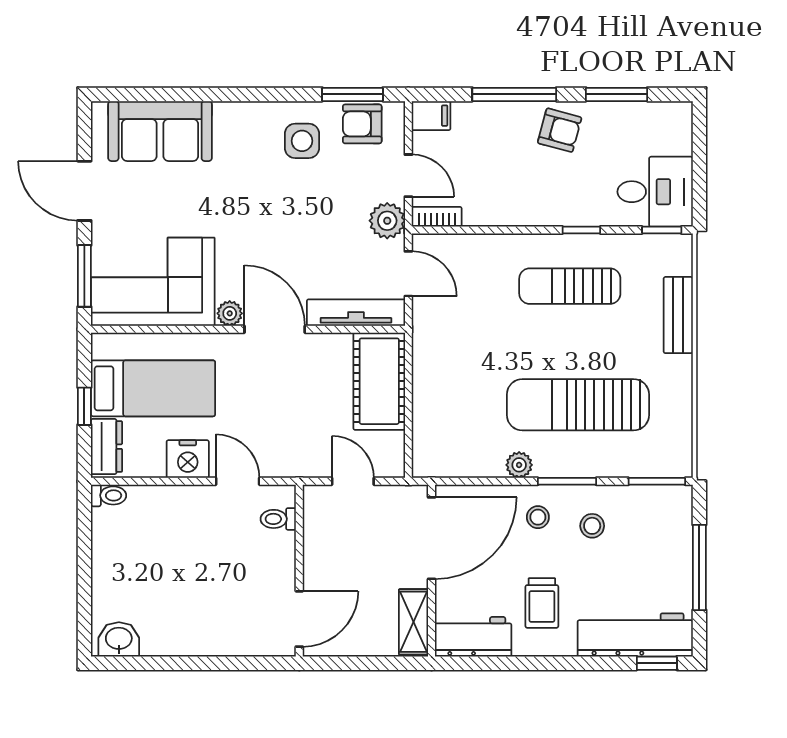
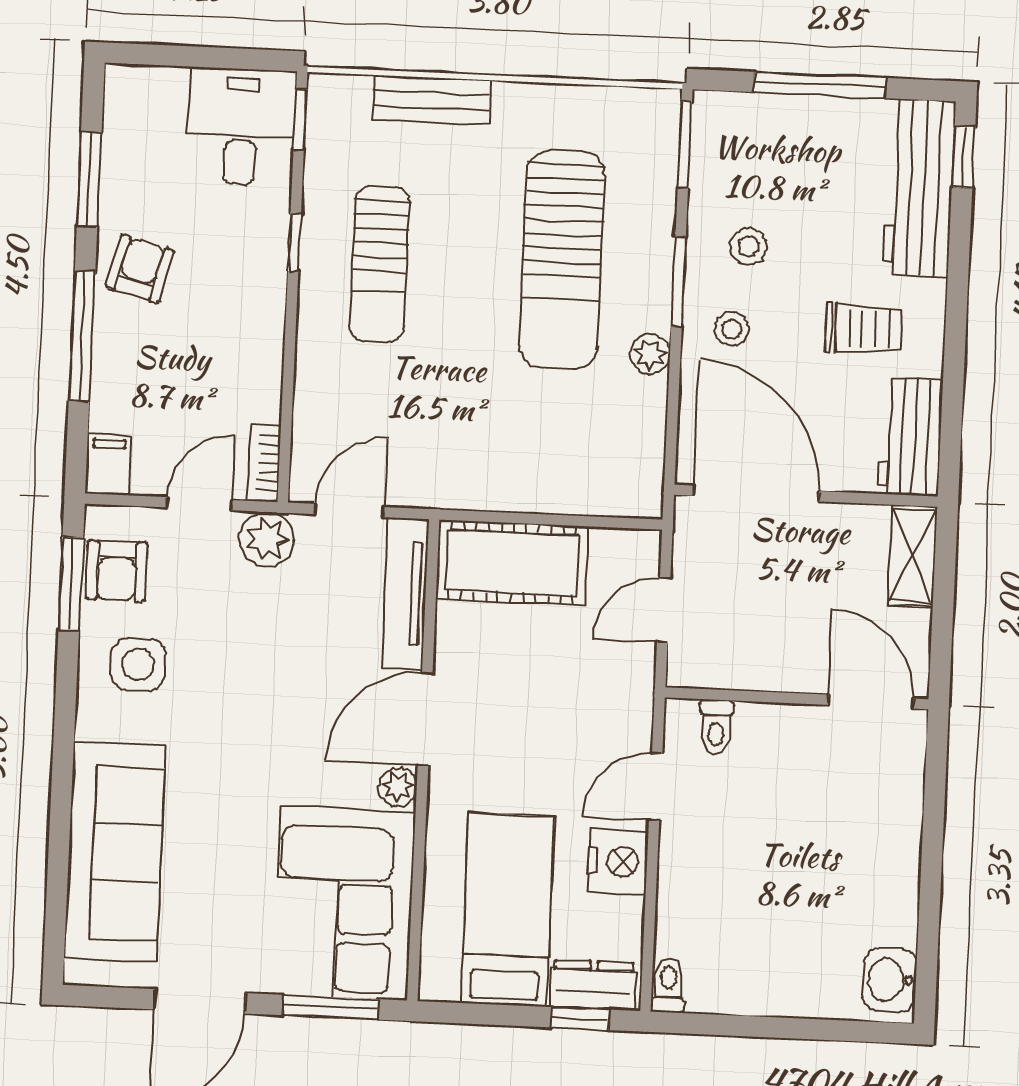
sofa: (160, 131) -> (115, 853), width x1.36
window: (84, 406) -> (580, 1019), moved
shelving: (414, 622) -> (913, 556), moved, turned 90

